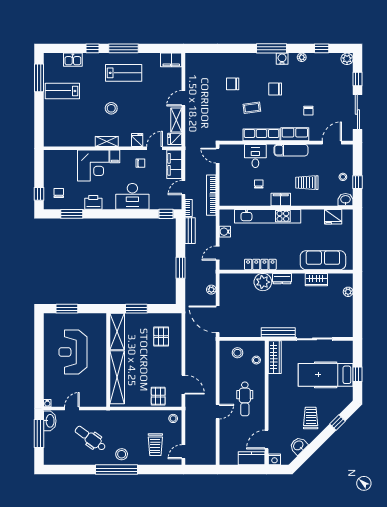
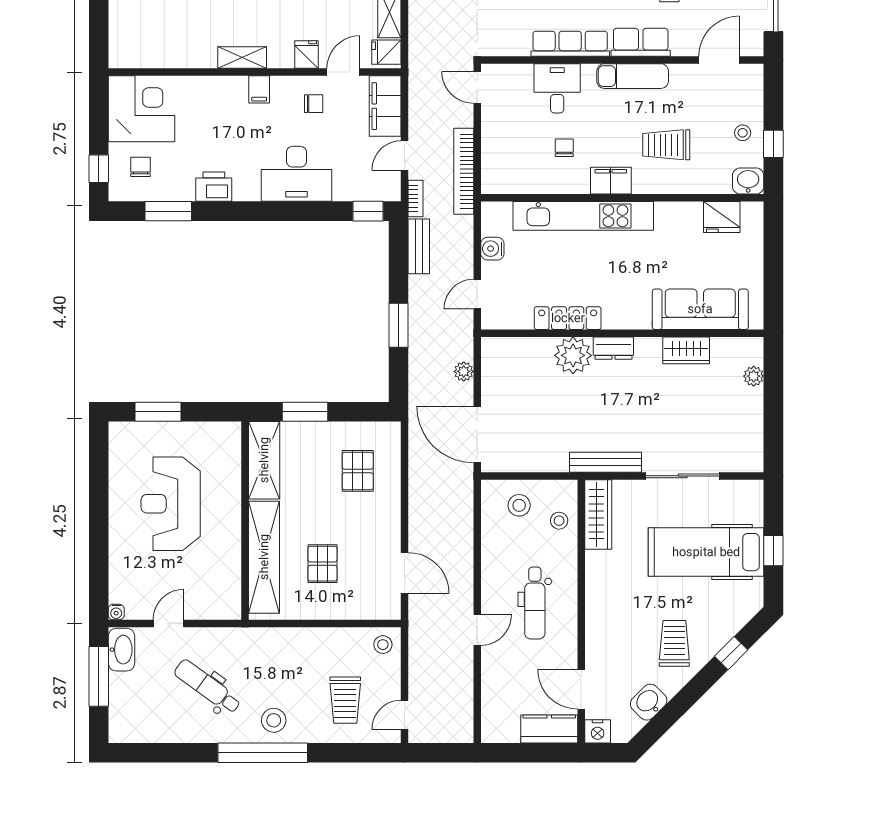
corner desk: (93, 166) -> (141, 109), moved, turned -90
pallet: (158, 396) -> (323, 564), moved
door: (267, 440) -> (581, 689), hinge flipped

